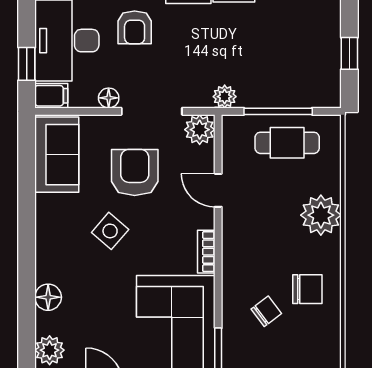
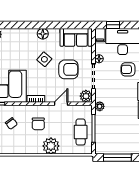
window: (349, 53) -> (117, 158), width x2.17
chair: (307, 289) -> (38, 124), moved
floor lamp: (48, 297) -> (43, 34), moved

